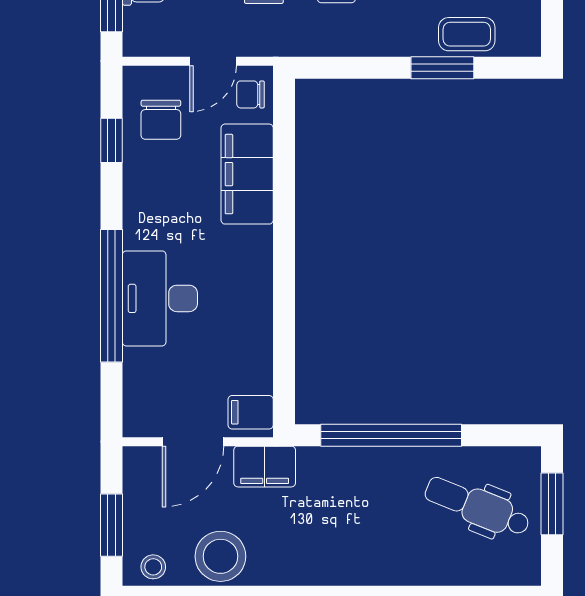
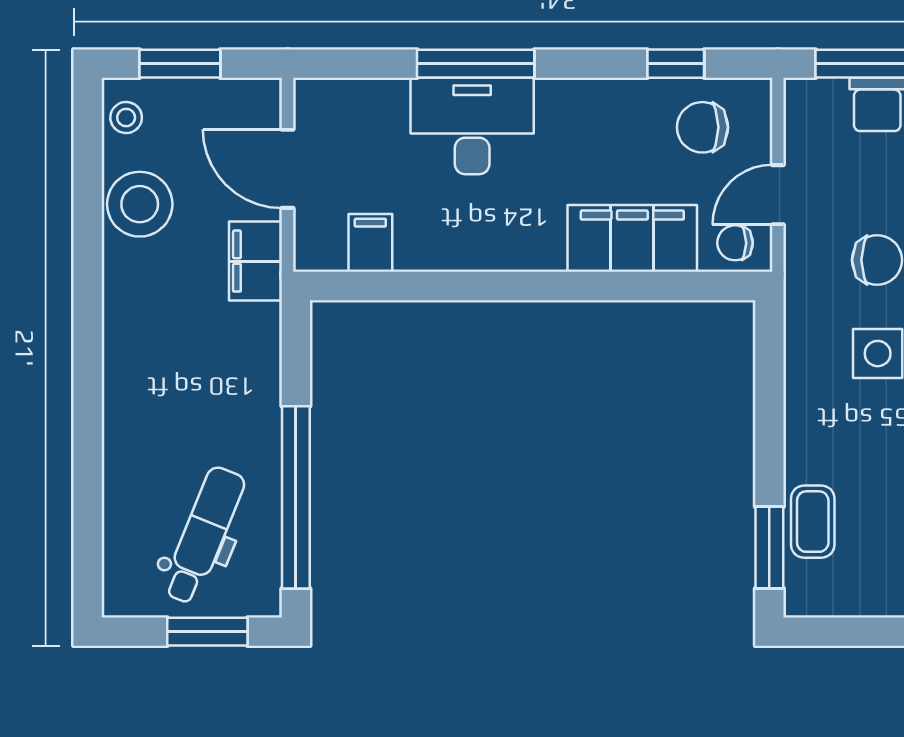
door: (213, 61) -> (778, 195), hinge flipped
window: (442, 68) -> (769, 547), moved
chair: (250, 94) -> (735, 243), turned -90
window: (111, 296) -> (476, 64), width x0.68
filing cabinet: (251, 412) -> (370, 243), moved
window: (391, 435) -> (296, 497), moved

